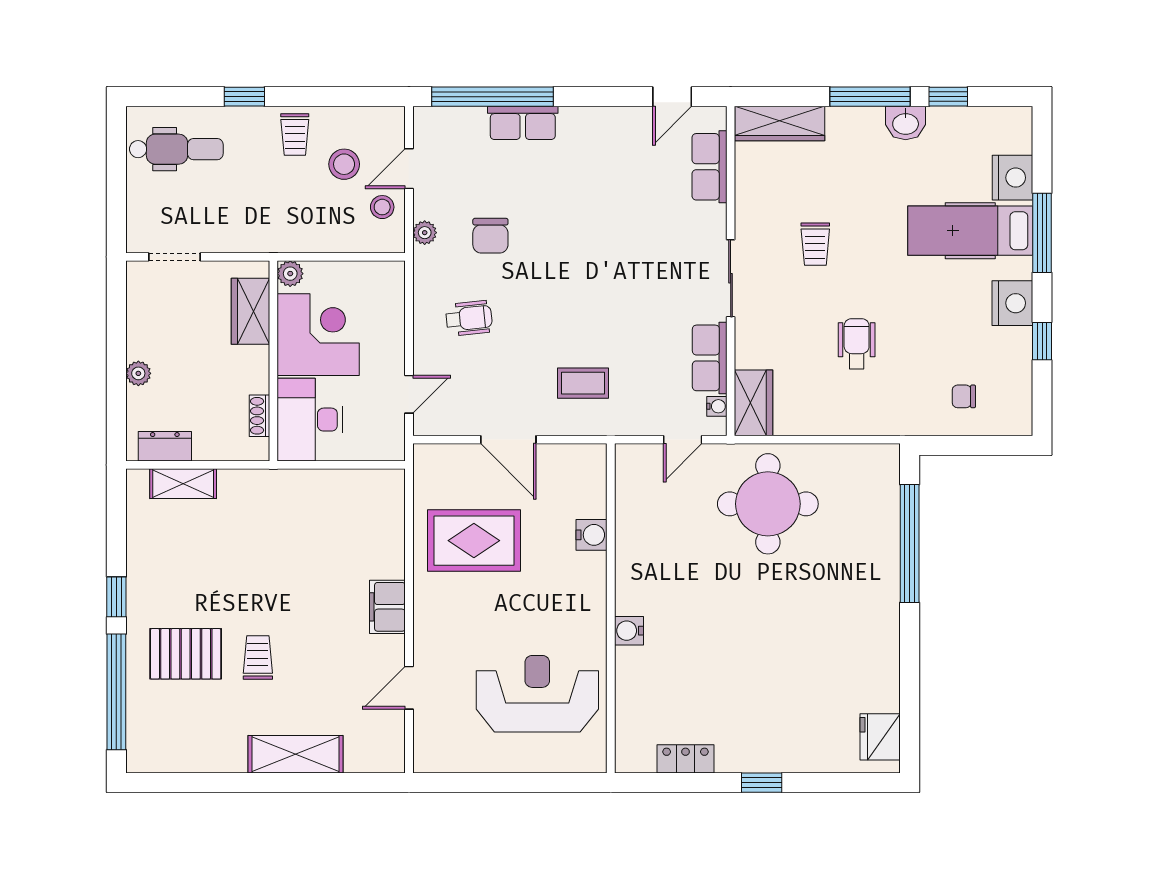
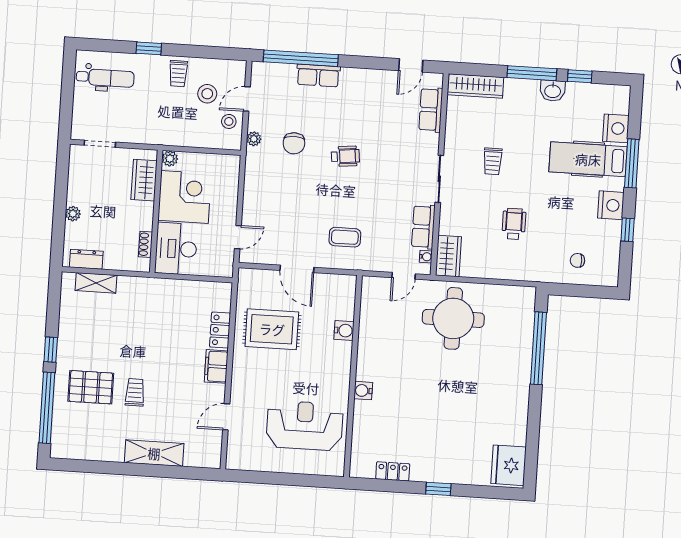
wheelchair: (469, 318) -> (345, 156), moved
locker: (390, 547) -> (220, 330), added
fridge: (880, 737) -> (509, 465), width x1.36, depth x1.34

